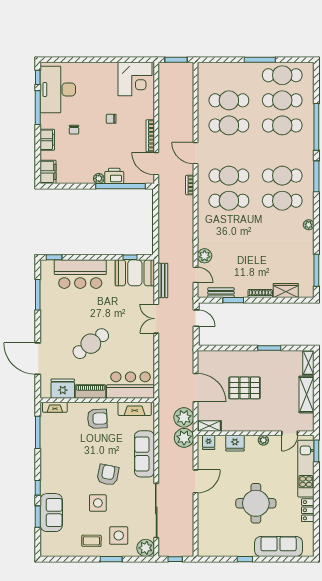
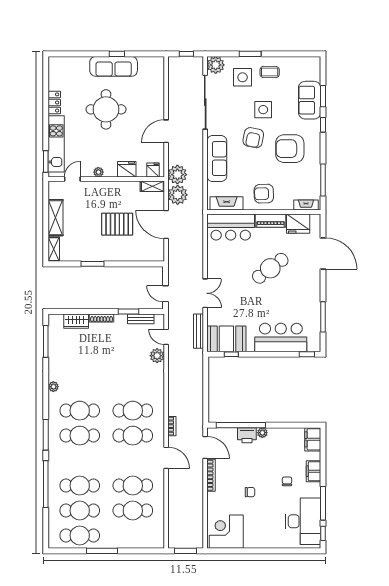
armchair: (71, 464) -> (290, 149), added
sofa: (279, 546) -> (114, 66), moved

